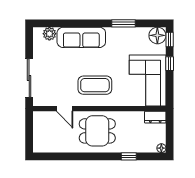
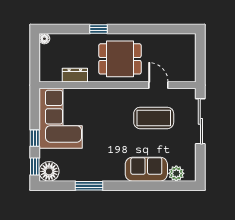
sofa: (81, 37) -> (146, 169), width x0.73
coffee table: (95, 85) -> (154, 118), moved
dresser: (155, 117) -> (75, 75), moved
window: (129, 156) -> (98, 29), moved

